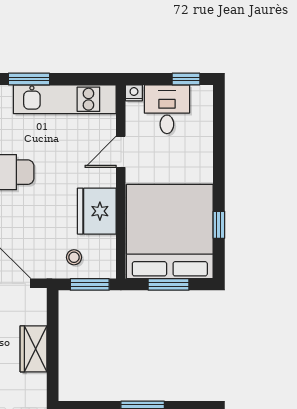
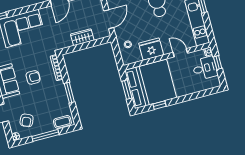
window: (186, 79) -> (218, 63), moved
window: (90, 284) -> (118, 55), removed

